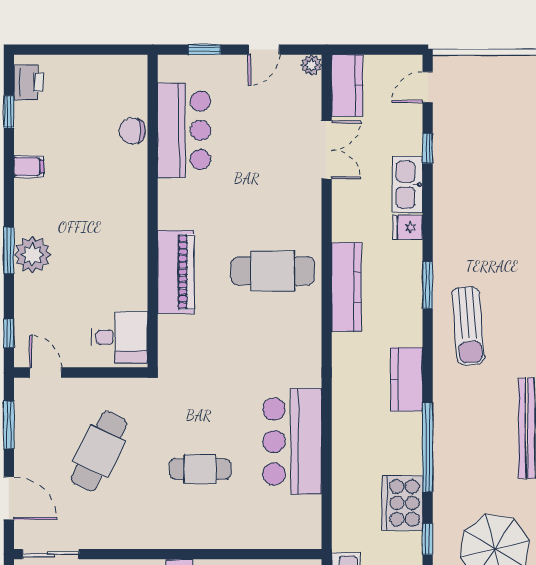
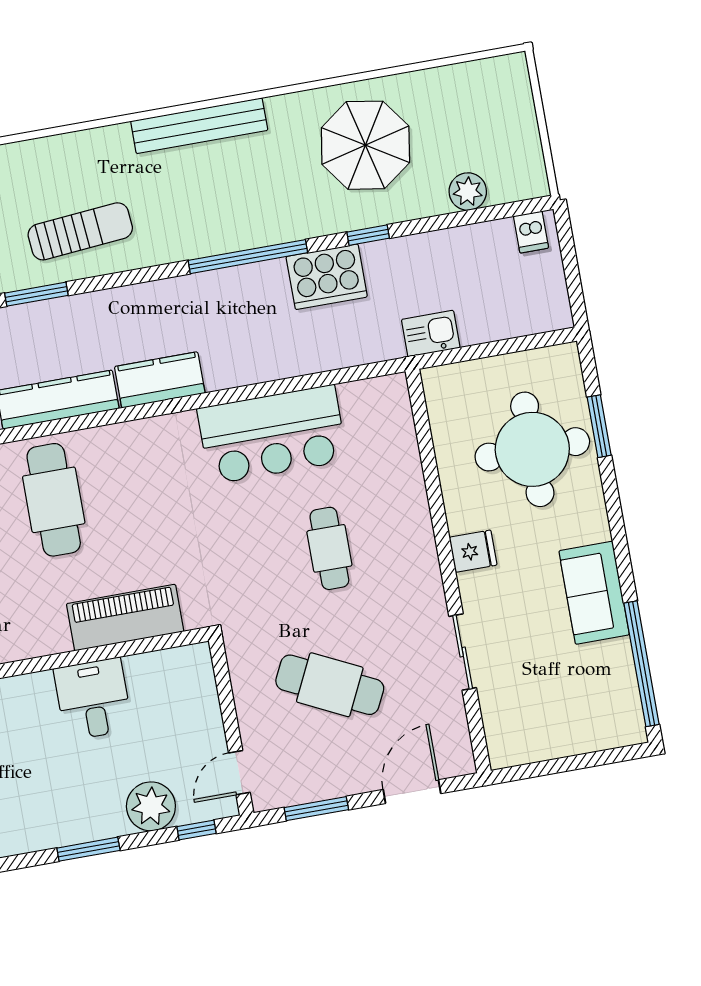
plant: (32, 255) -> (151, 806), moved
piano: (176, 272) -> (125, 618), moved
desk: (120, 337) -> (93, 699), moved
kitchen counter: (407, 379) -> (160, 380), moved, turned 180
sliding door: (51, 554) -> (463, 652), moved

